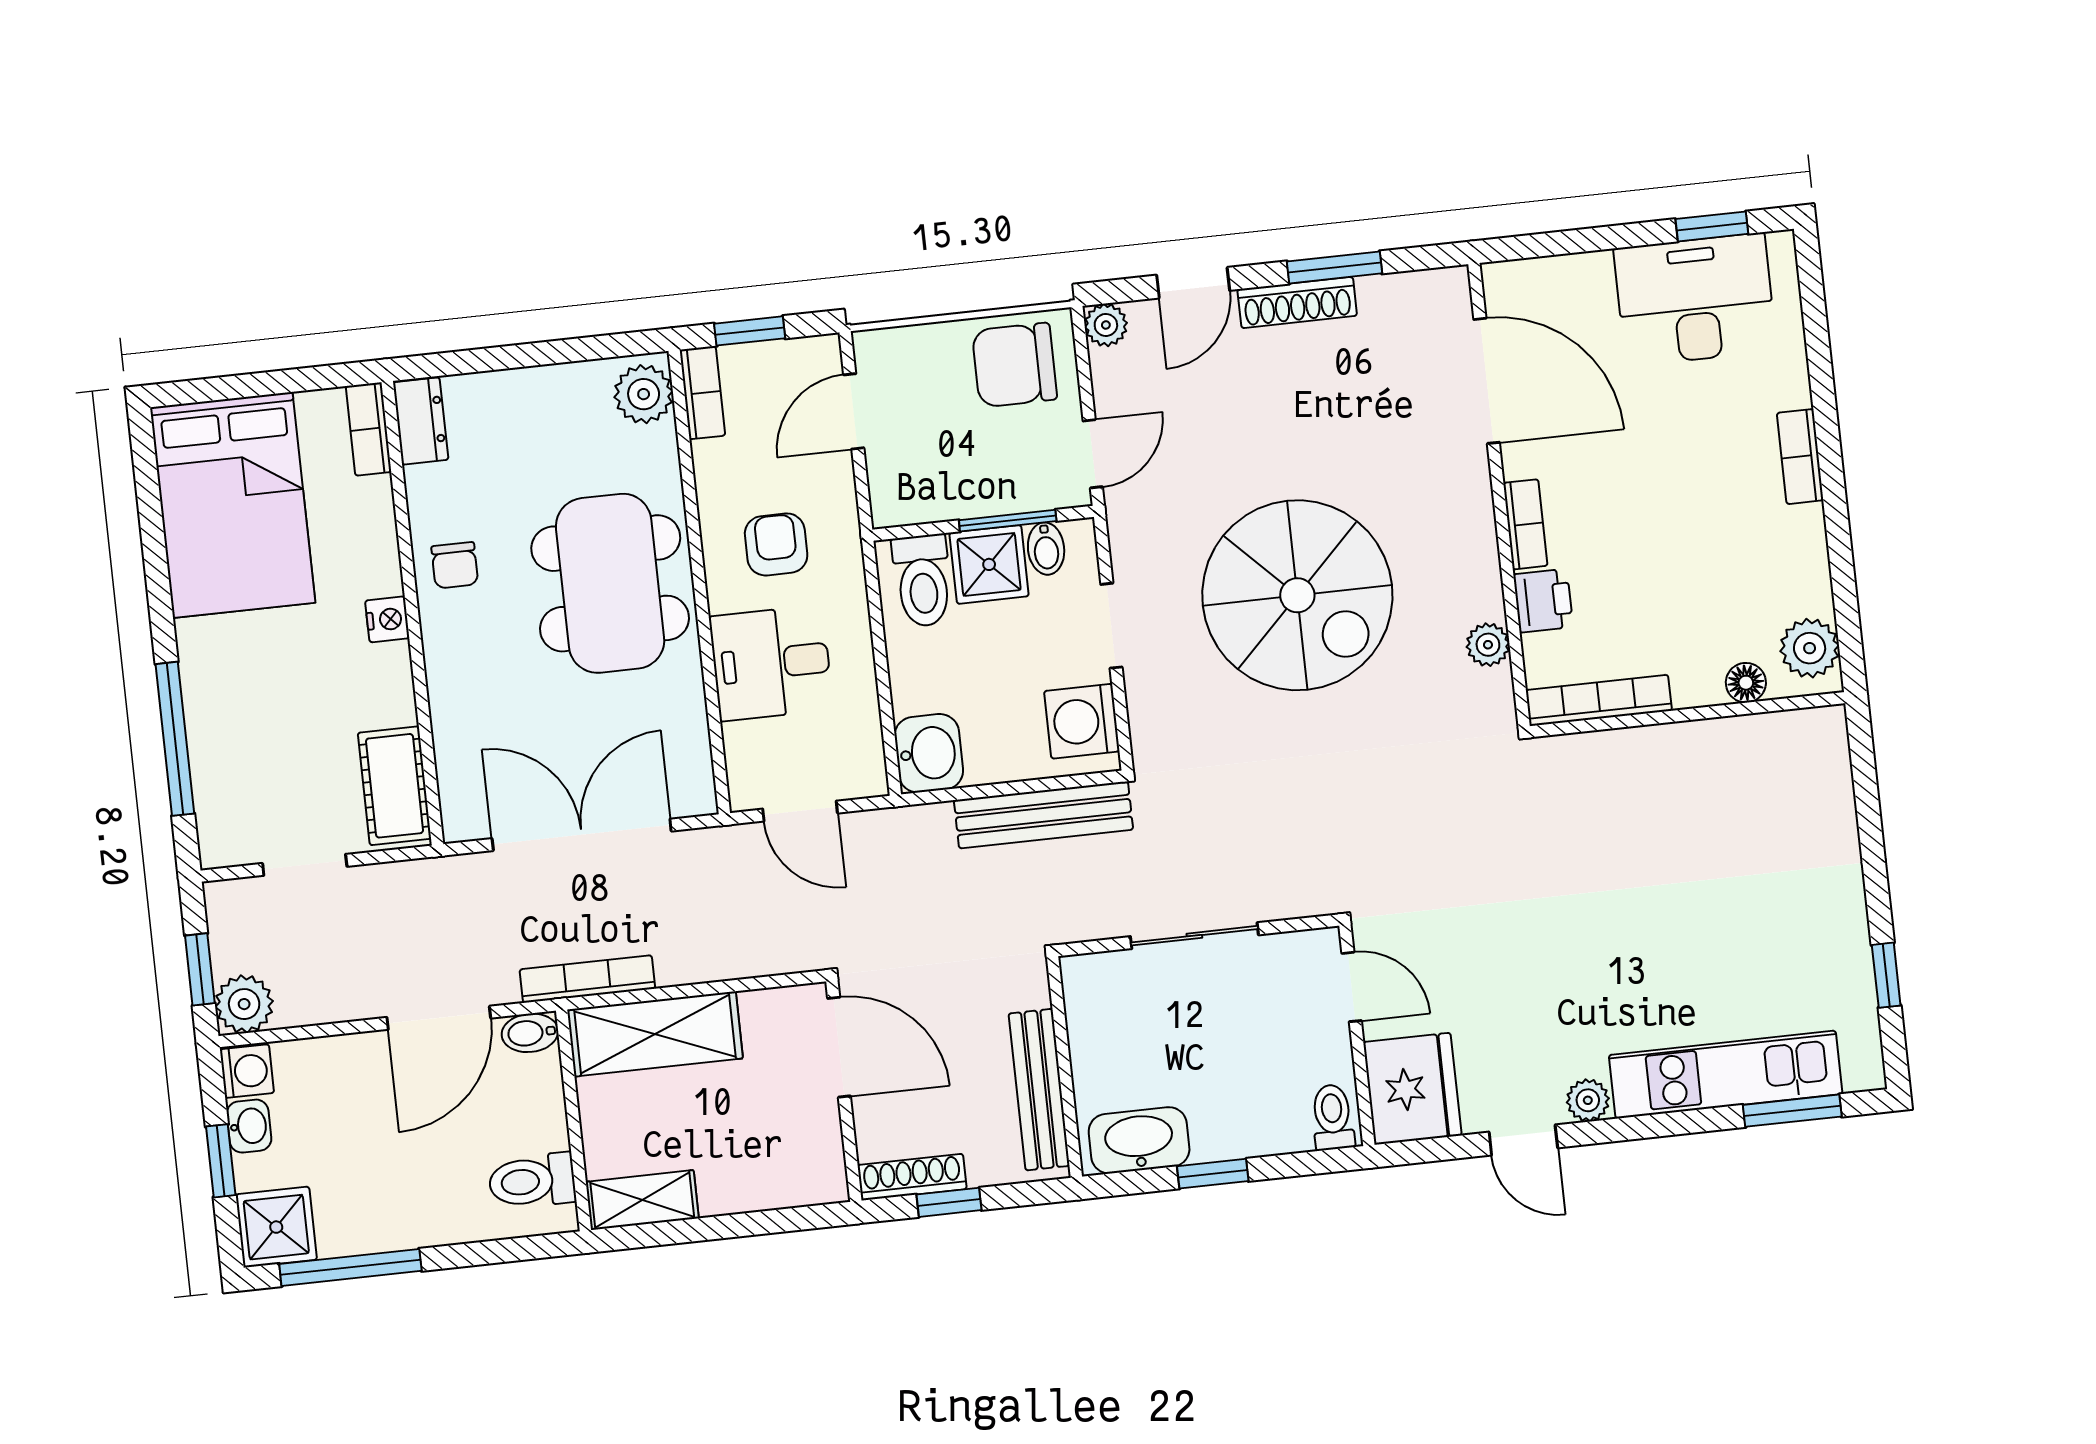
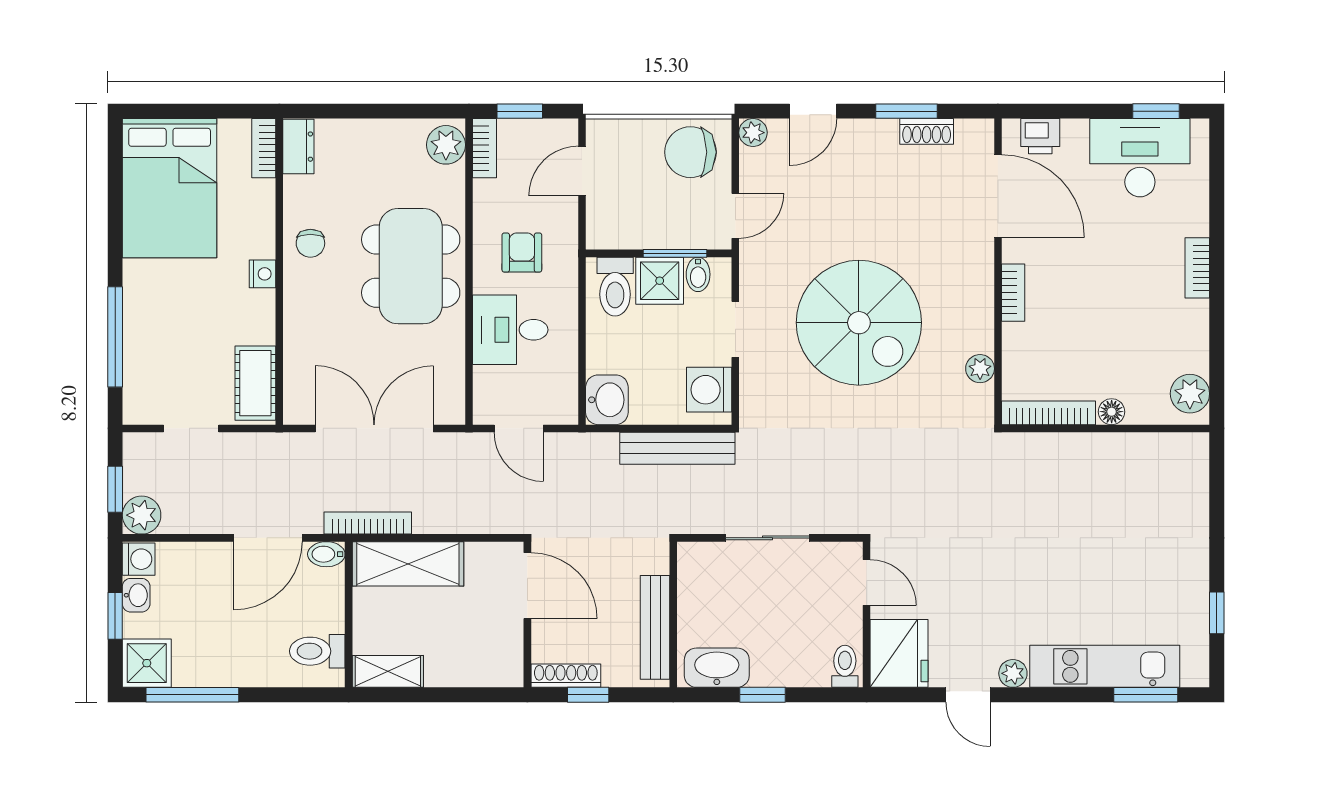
shoe rack: (1297, 303) -> (927, 131), moved, width x0.70
printer: (1543, 601) -> (1040, 136), moved, turned 90
floor lamp: (1746, 683) -> (1112, 412), moved

